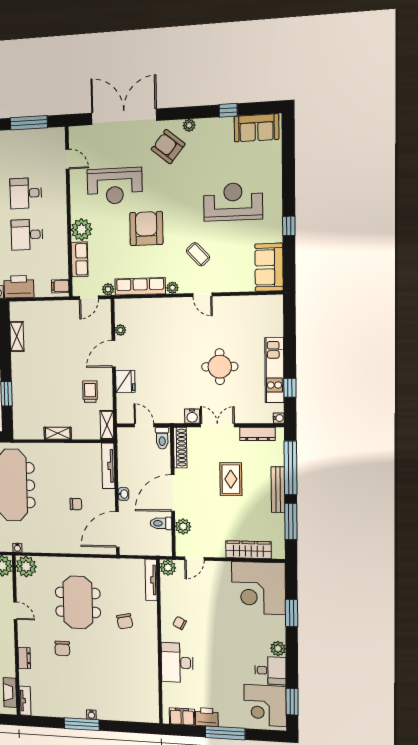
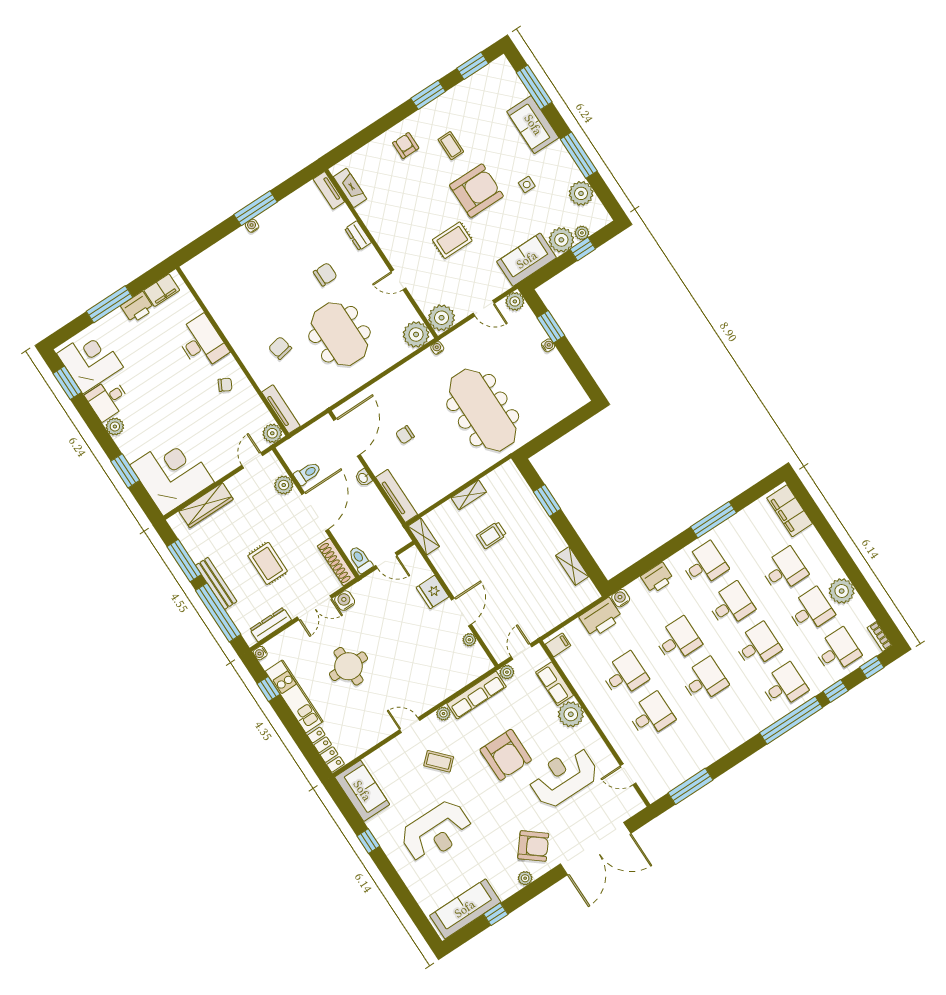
sofa: (256, 128) -> (465, 909), width x1.36
locker: (276, 315) -> (326, 750), added
trolley: (90, 392) -> (491, 535), moved, turned 90
chair: (62, 648) -> (325, 274), turned 90

